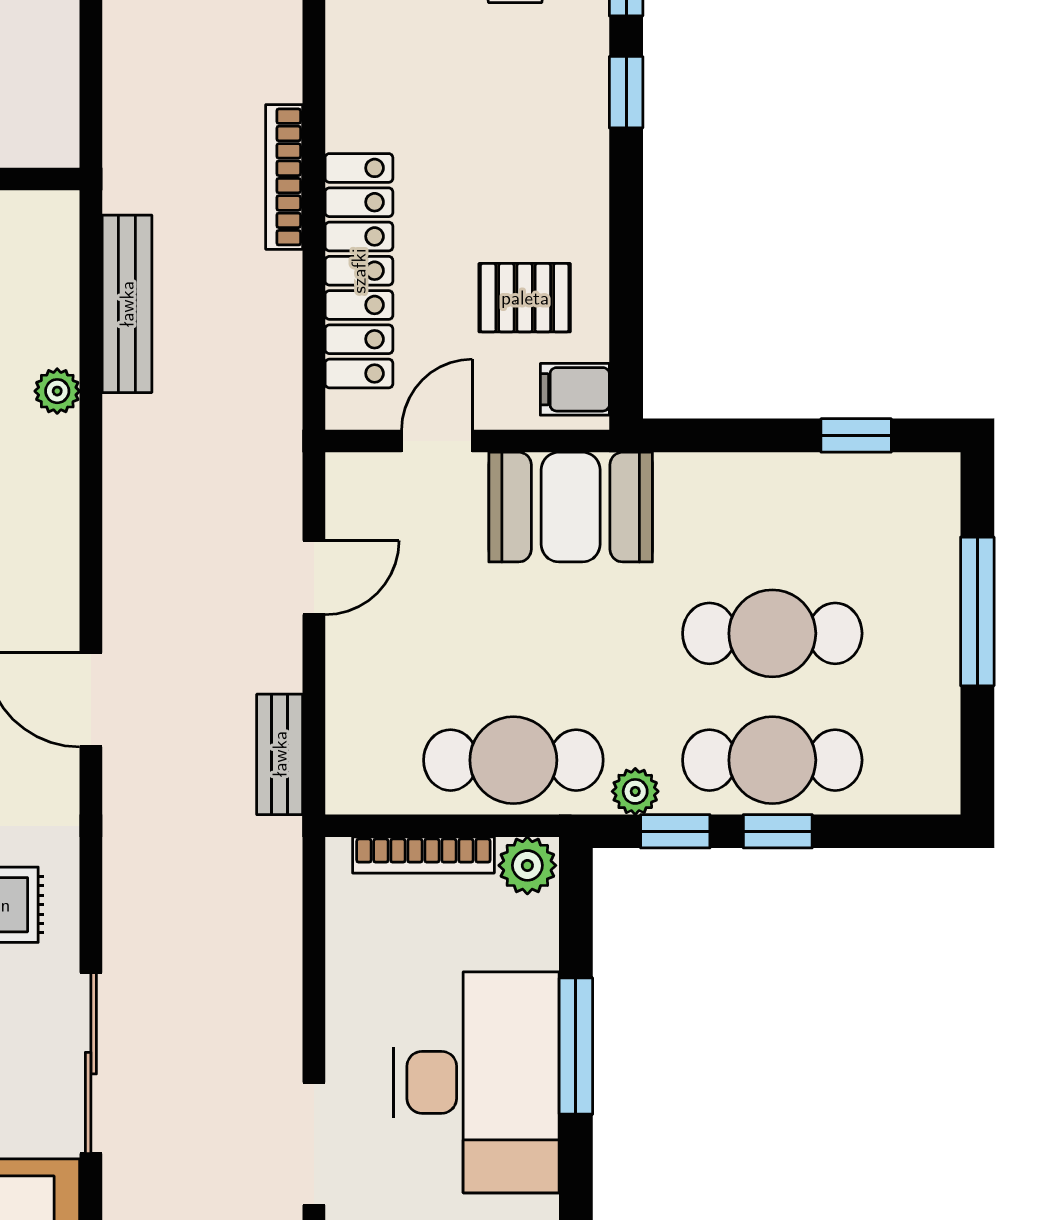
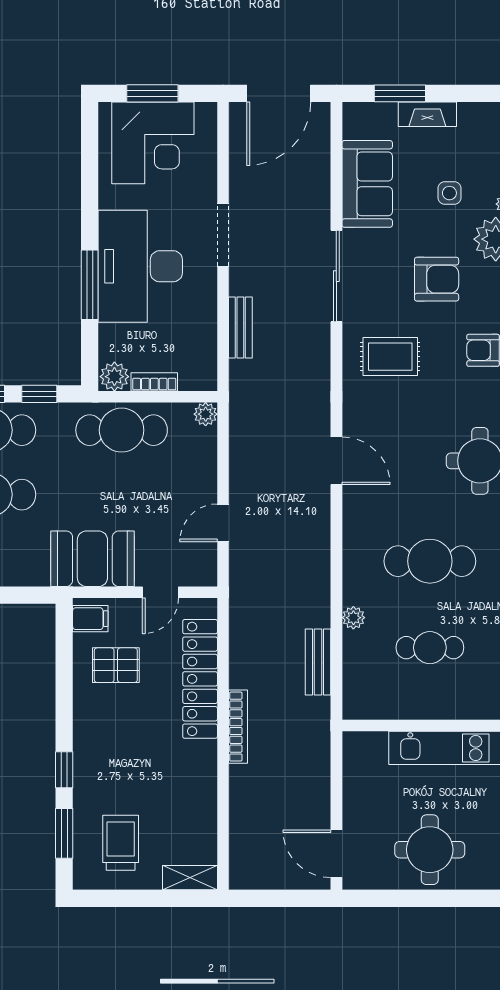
bench: (127, 304) -> (318, 662), width x0.73
bench: (280, 754) -> (240, 327), moved
plant: (635, 791) -> (206, 414), moved
bookcase: (423, 855) -> (154, 382), width x0.64

